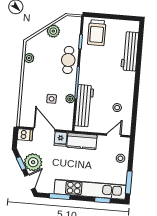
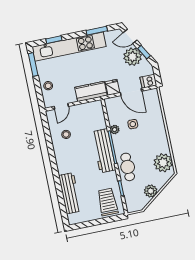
plant: (29, 58) -> (163, 163), width x1.87, depth x1.87
workbench: (84, 106) -> (104, 151), moved
door: (30, 182) -> (130, 36), hinge flipped

